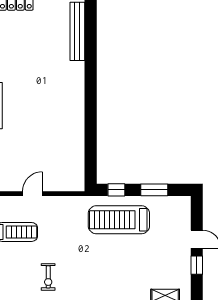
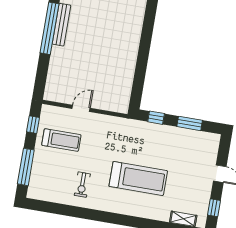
treadmill: (119, 220) -> (138, 178), moved, turned 180
window: (197, 265) -> (214, 208), moved

